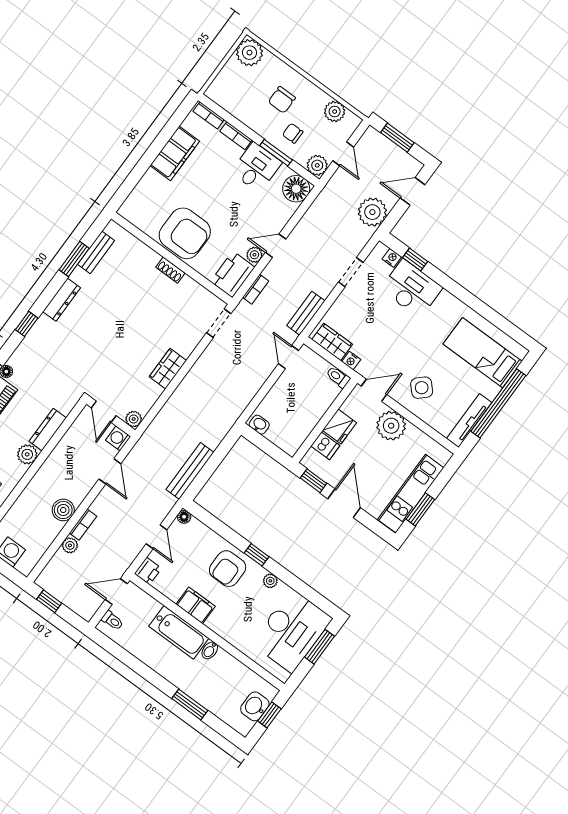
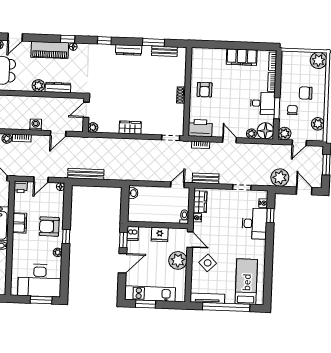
armchair: (185, 233) -> (205, 90), width x0.53, depth x0.53
plant: (254, 255) -> (251, 134), moved
washing machine: (118, 438) -> (36, 125), moved
dishwasher: (325, 446) -> (133, 233), moved
boiler: (63, 510) -> (23, 123), removed

